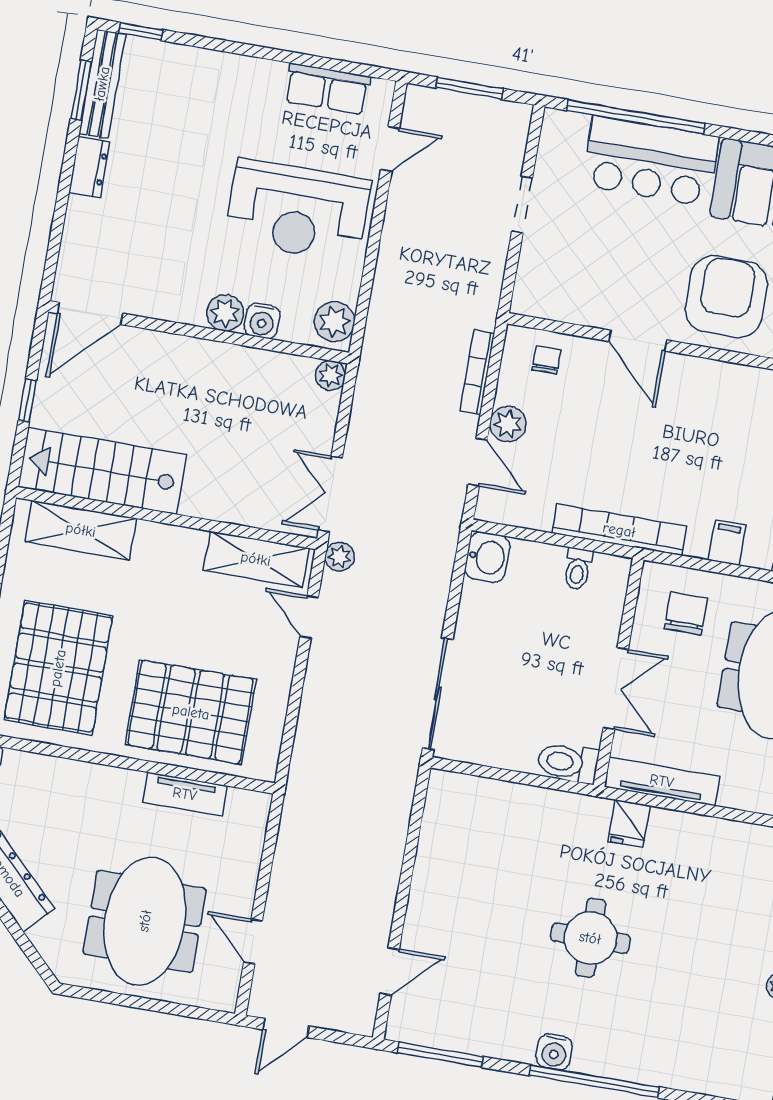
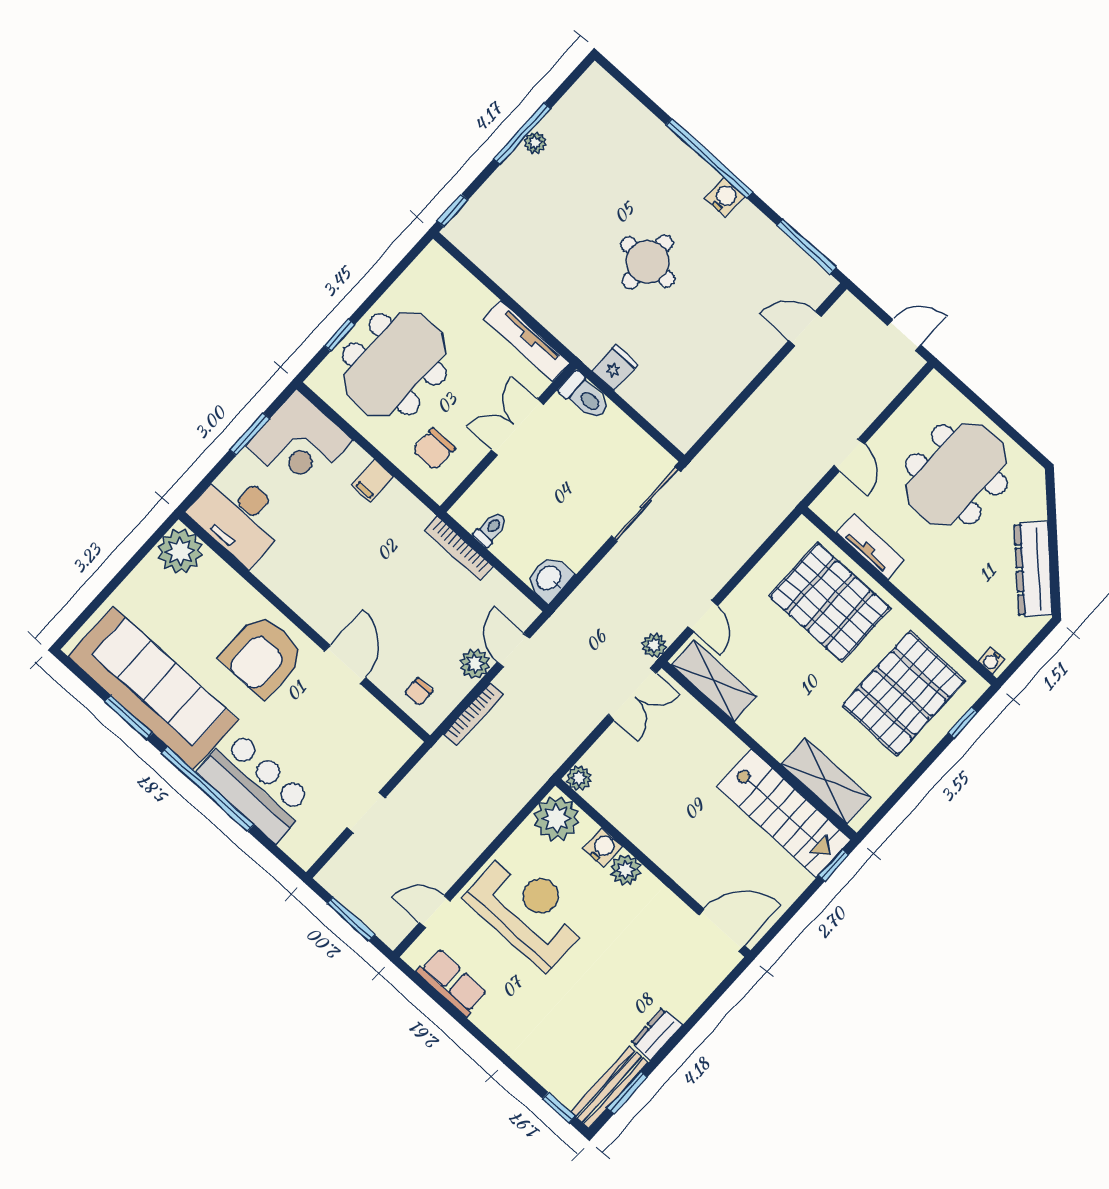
window: (636, 117) -> (208, 789), moved
plant: (334, 322) -> (556, 818), width x1.36, depth x1.36
window: (27, 401) -> (834, 865), moved
bookcase: (619, 530) -> (459, 548), width x0.68, depth x0.76
fridge: (629, 823) -> (615, 368), moved
door: (253, 941) -> (849, 455), moved

